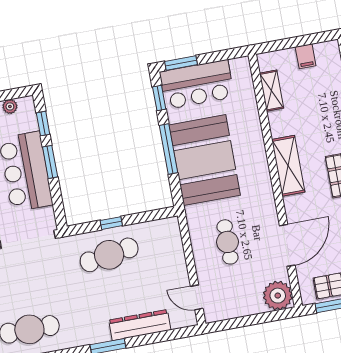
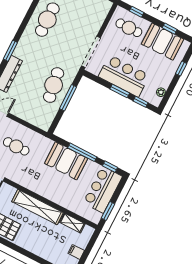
window: (181, 63) -> (108, 211), moved
booth: (205, 160) -> (66, 161), width x0.73, depth x0.70
shelving: (288, 166) -> (38, 207), width x1.47
window: (111, 223) -> (68, 98), width x2.17

